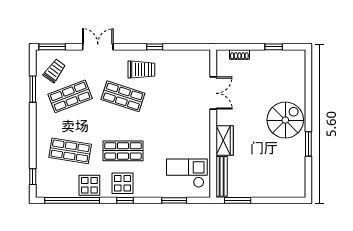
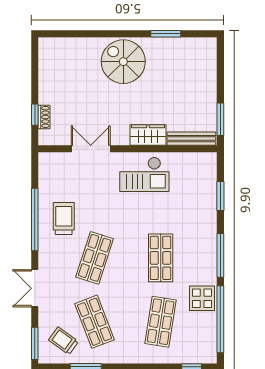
window: (155, 47) -> (35, 219), width x3.17
window: (274, 47) -> (35, 115), moved
trolley: (141, 70) -> (64, 218), moved
window: (308, 144) -> (166, 34), moved
checkout: (187, 173) -> (144, 174), moved, turned -90
display table: (123, 183) -> (200, 258), removed
window: (125, 200) -> (220, 255), width x2.17

